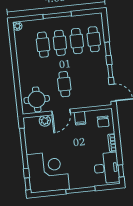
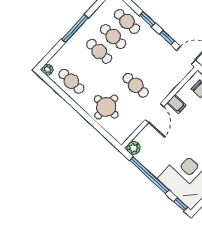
cafe table: (43, 45) -> (71, 81), moved
round table: (37, 99) -> (106, 107), moved
plant: (45, 121) -> (133, 148), moved

